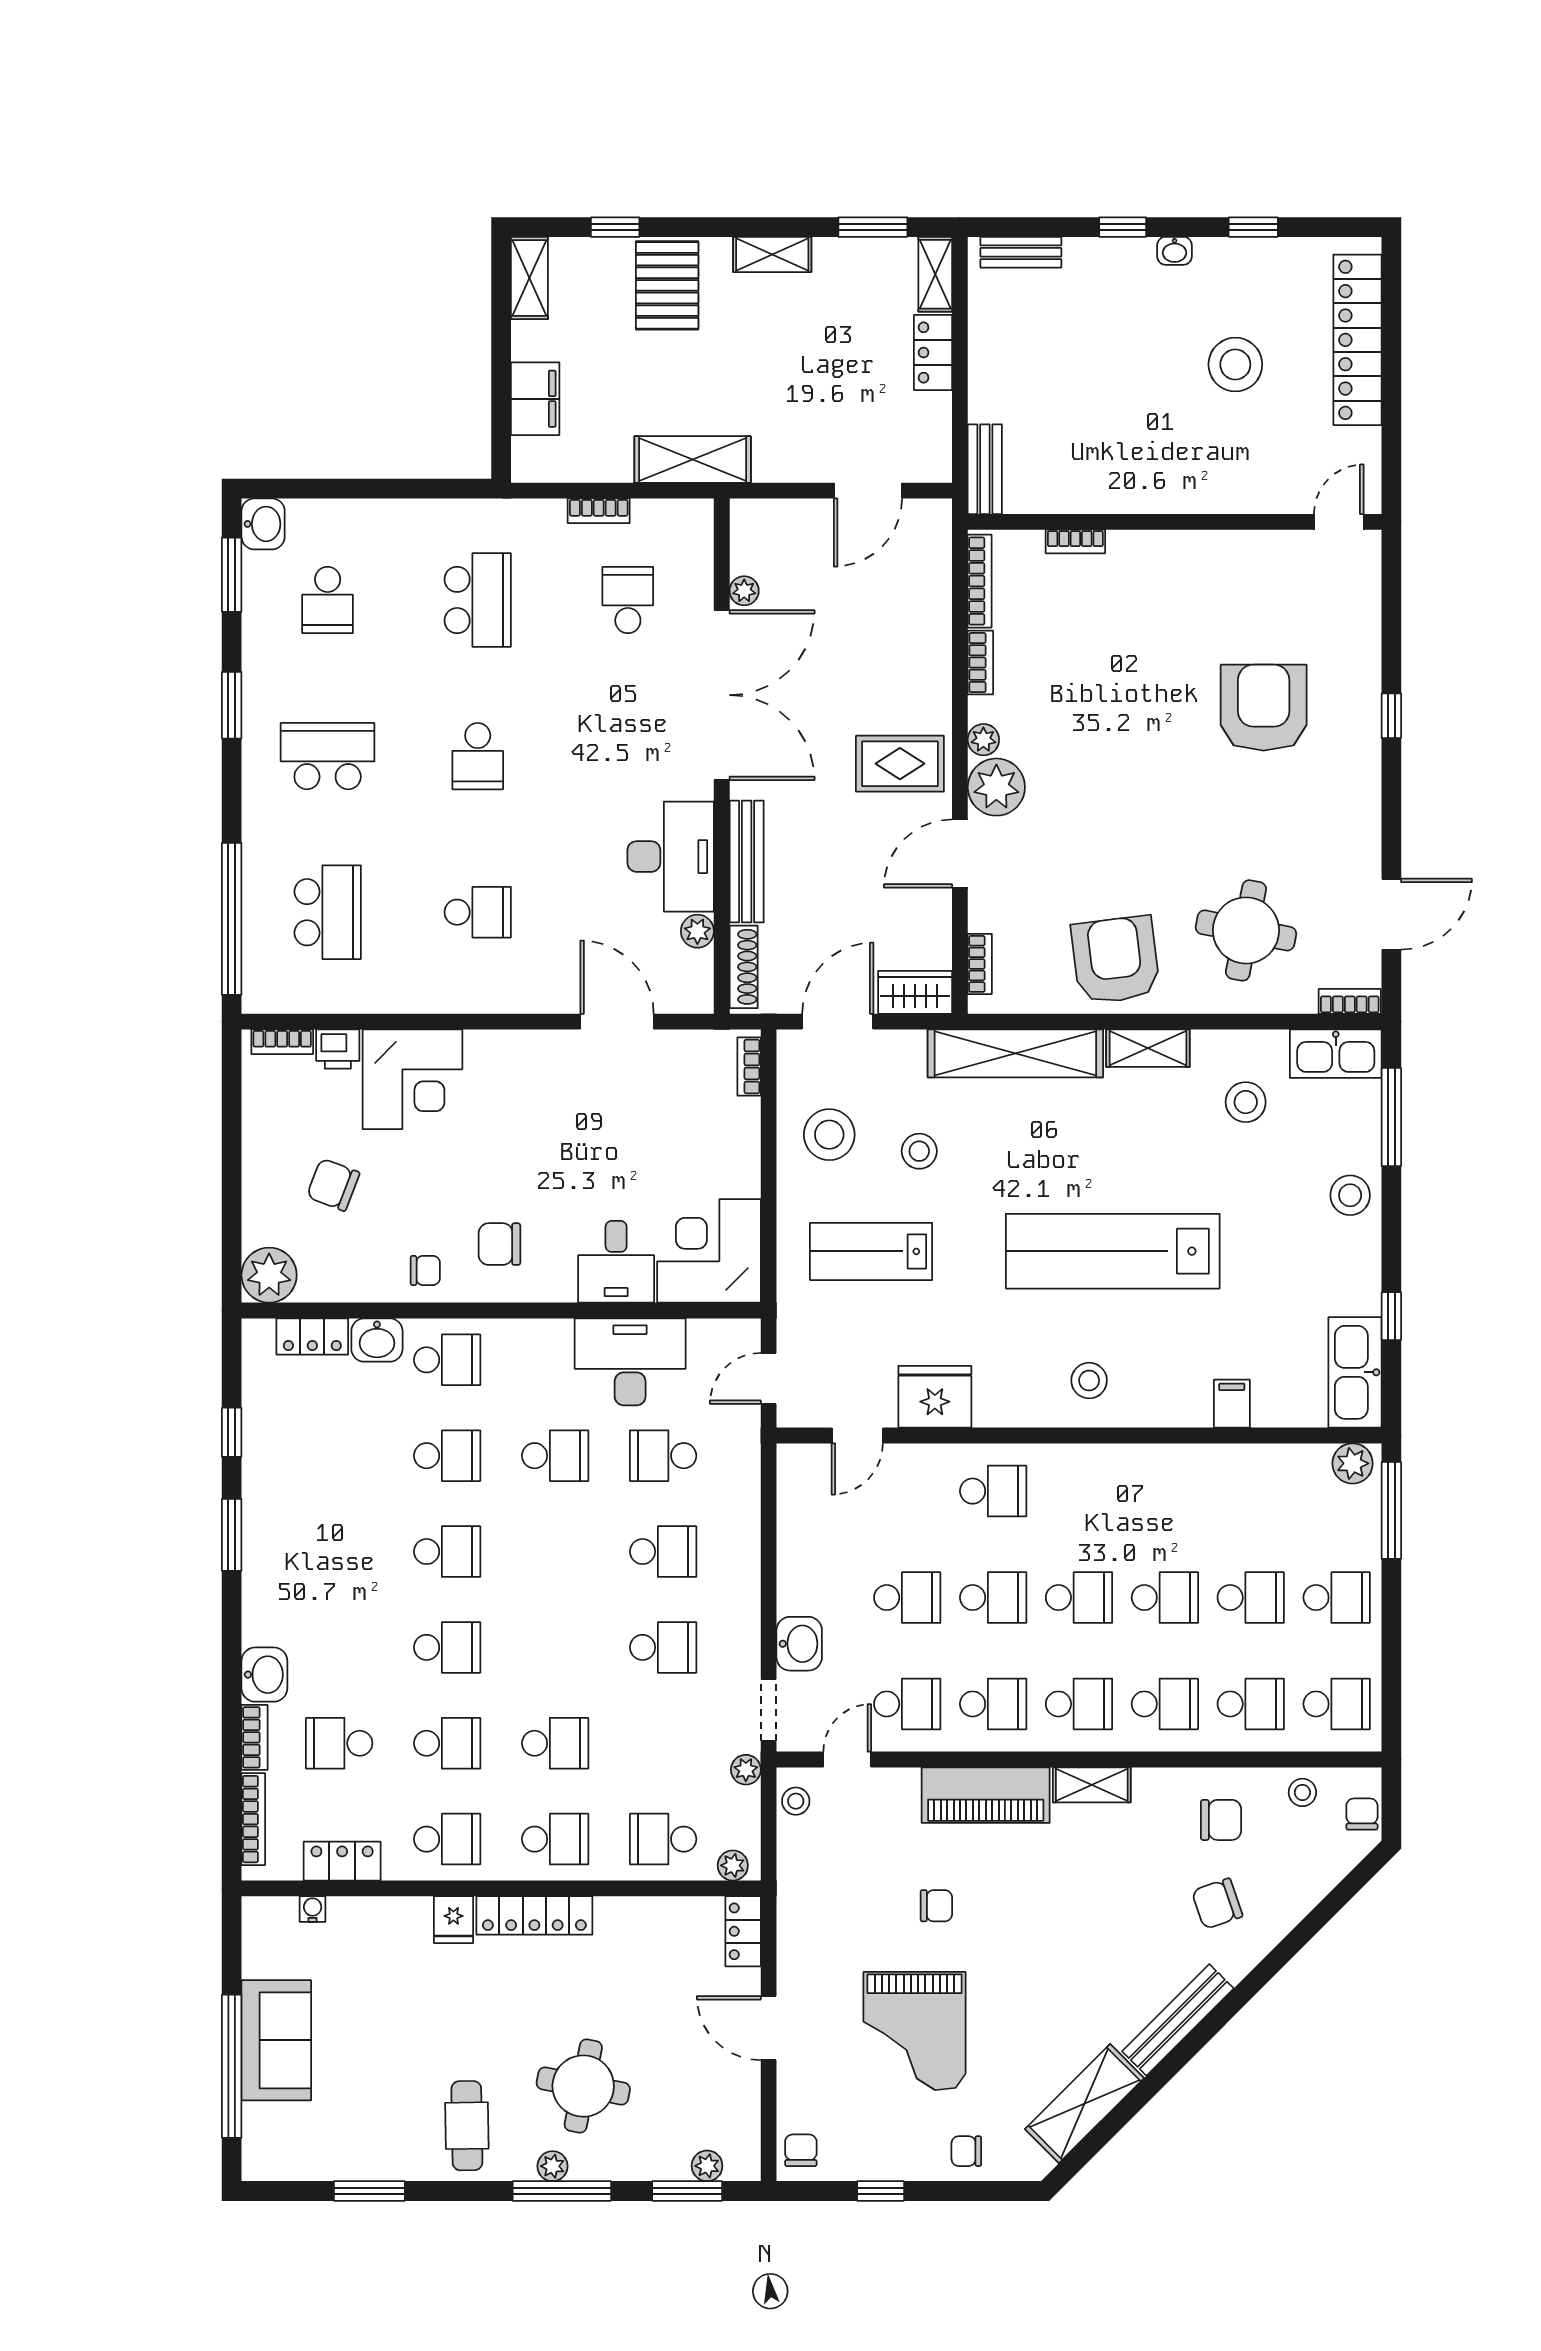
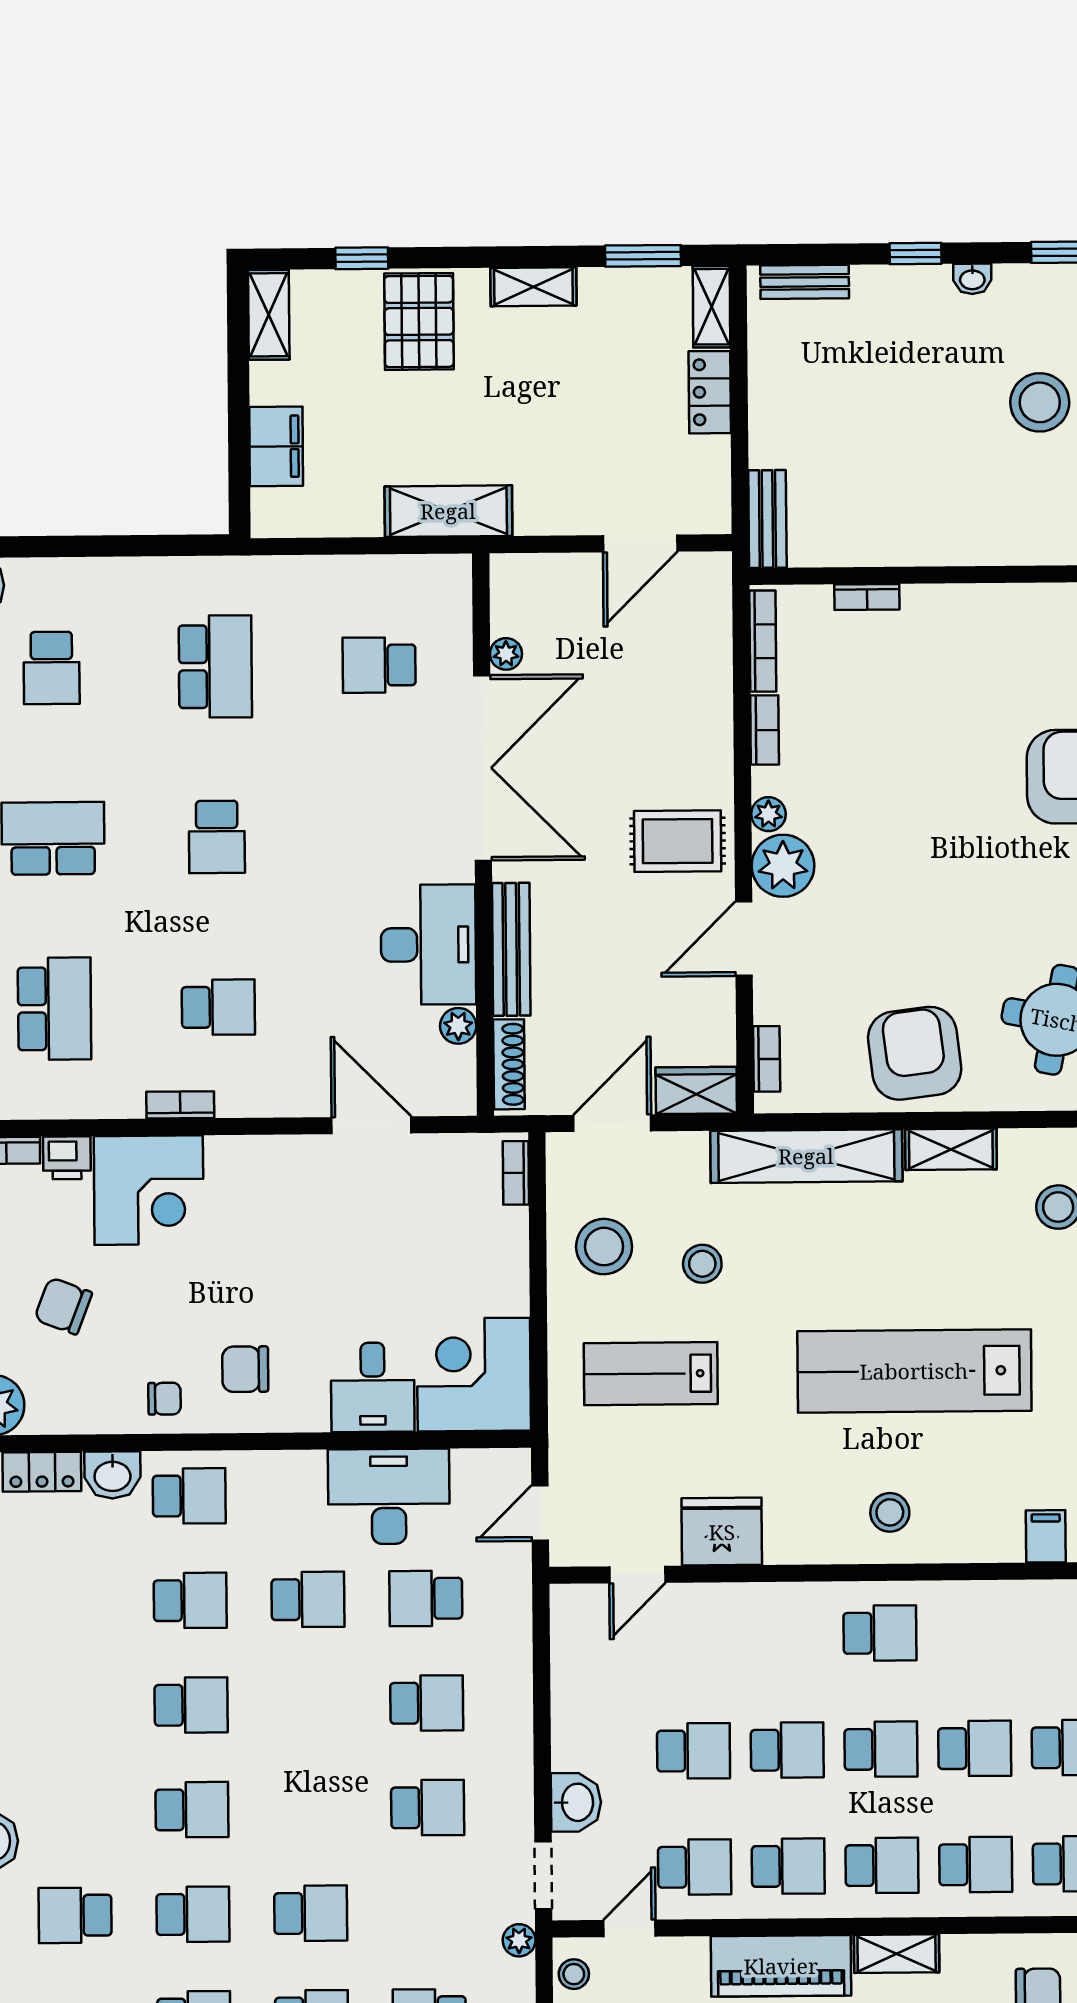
bookcase: (599, 511) -> (180, 1105), moved, turned 180
school desk: (628, 600) -> (379, 665), turned -90
school desk: (993, 1491) -> (880, 1633), moved

